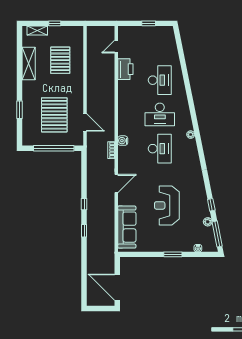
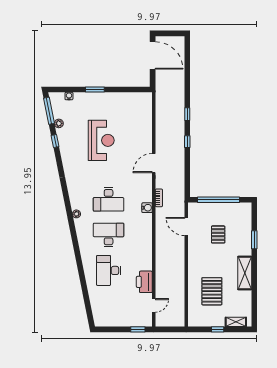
window: (149, 23) -> (138, 329), moved
shelving: (29, 63) -> (245, 273), moved
pallet: (54, 115) -> (218, 234), width x0.49, depth x0.50
desk: (160, 149) -> (109, 199), turned -90
sofa: (127, 227) -> (143, 118), removed

